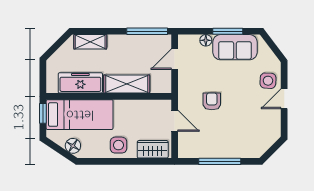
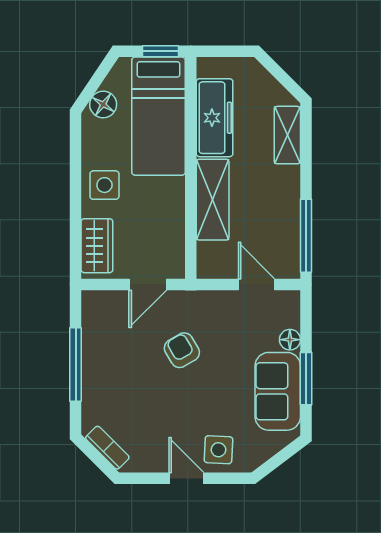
armchair: (212, 101) -> (182, 350), turned -120
bookcase: (267, 143) -> (107, 448), added

